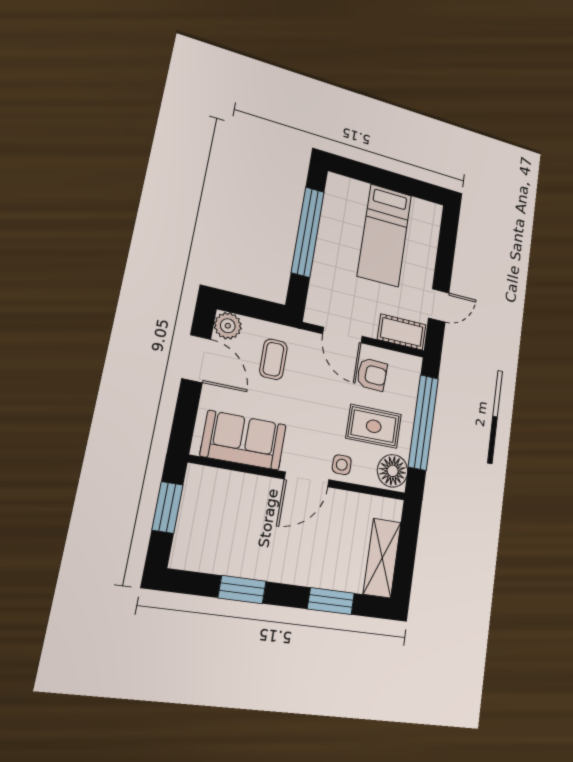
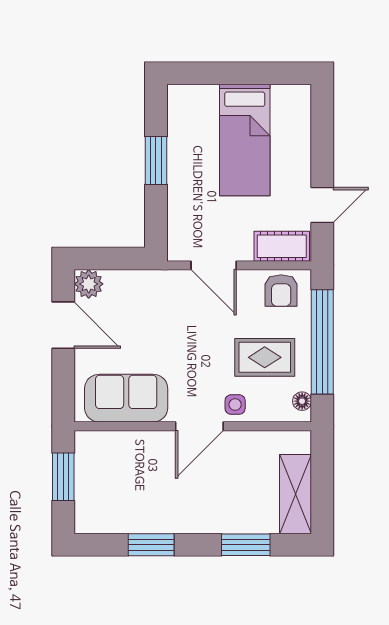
window: (308, 232) -> (156, 161), width x0.47
coffee table: (273, 359) -> (142, 308), removed
armchair: (372, 374) -> (281, 291), moved, turned 88
floor lamp: (393, 471) -> (302, 401), width x0.53, depth x0.53

